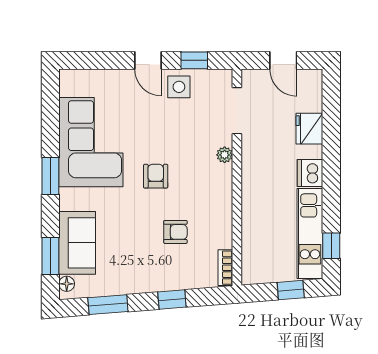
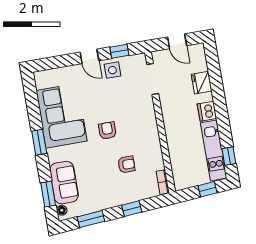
plant: (225, 155) -> (150, 109), removed

